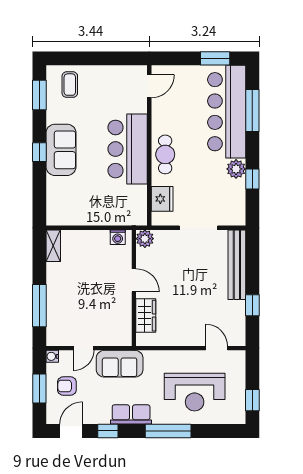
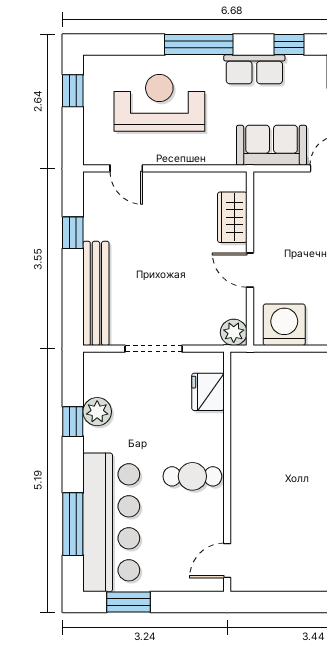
bar counter: (128, 149) -> (259, 466), removed
cafe table: (165, 154) -> (192, 476), moved, turned 90
plant: (236, 169) -> (97, 412), moved
washing machine: (118, 237) -> (284, 325), width x1.89, depth x1.89

